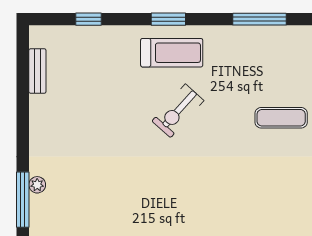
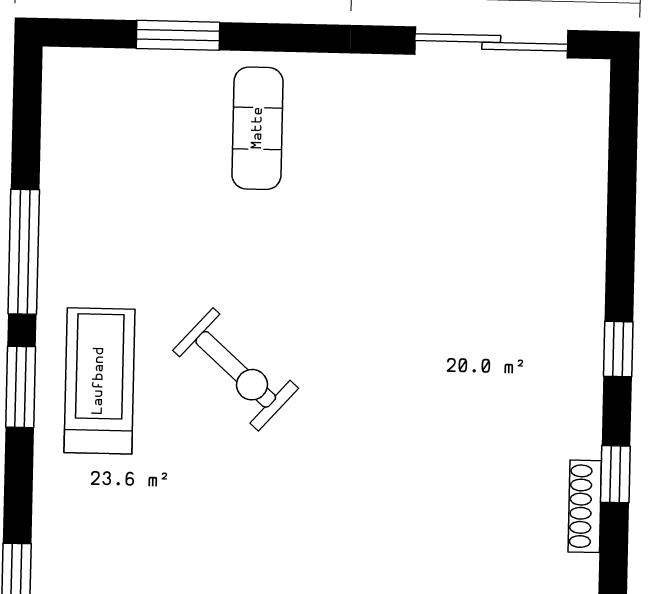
window: (259, 19) -> (24, 252), moved

